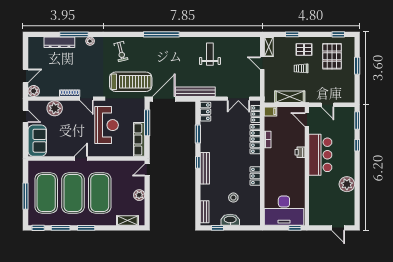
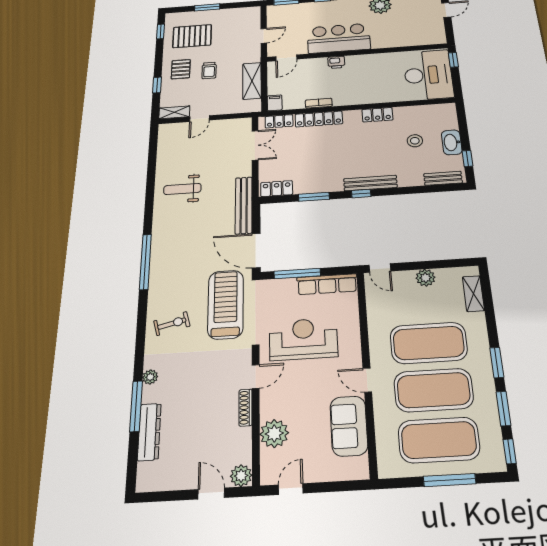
sofa: (37, 141) -> (349, 426), moved, turned -90

